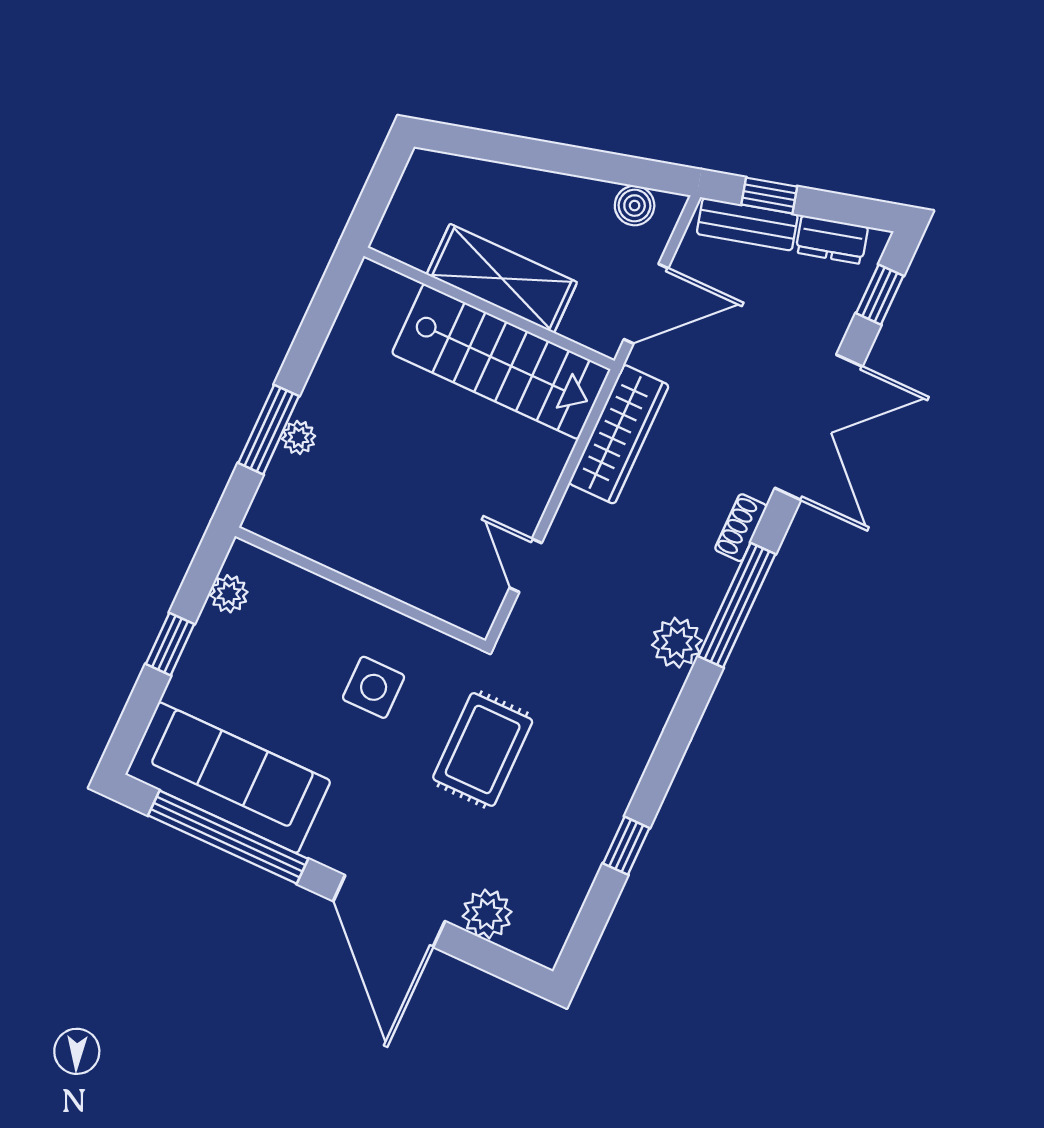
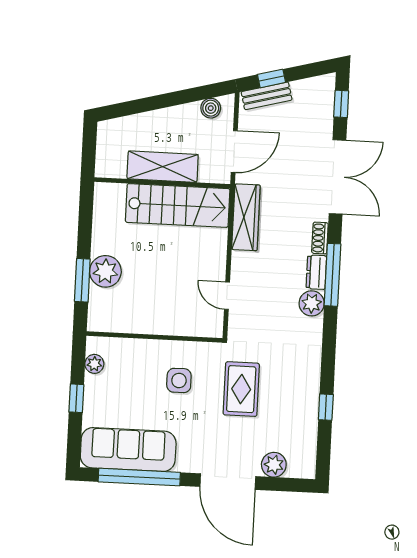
dresser: (832, 240) -> (316, 272), moved, turned 105
plant: (299, 437) -> (105, 271), width x1.87, depth x1.87

